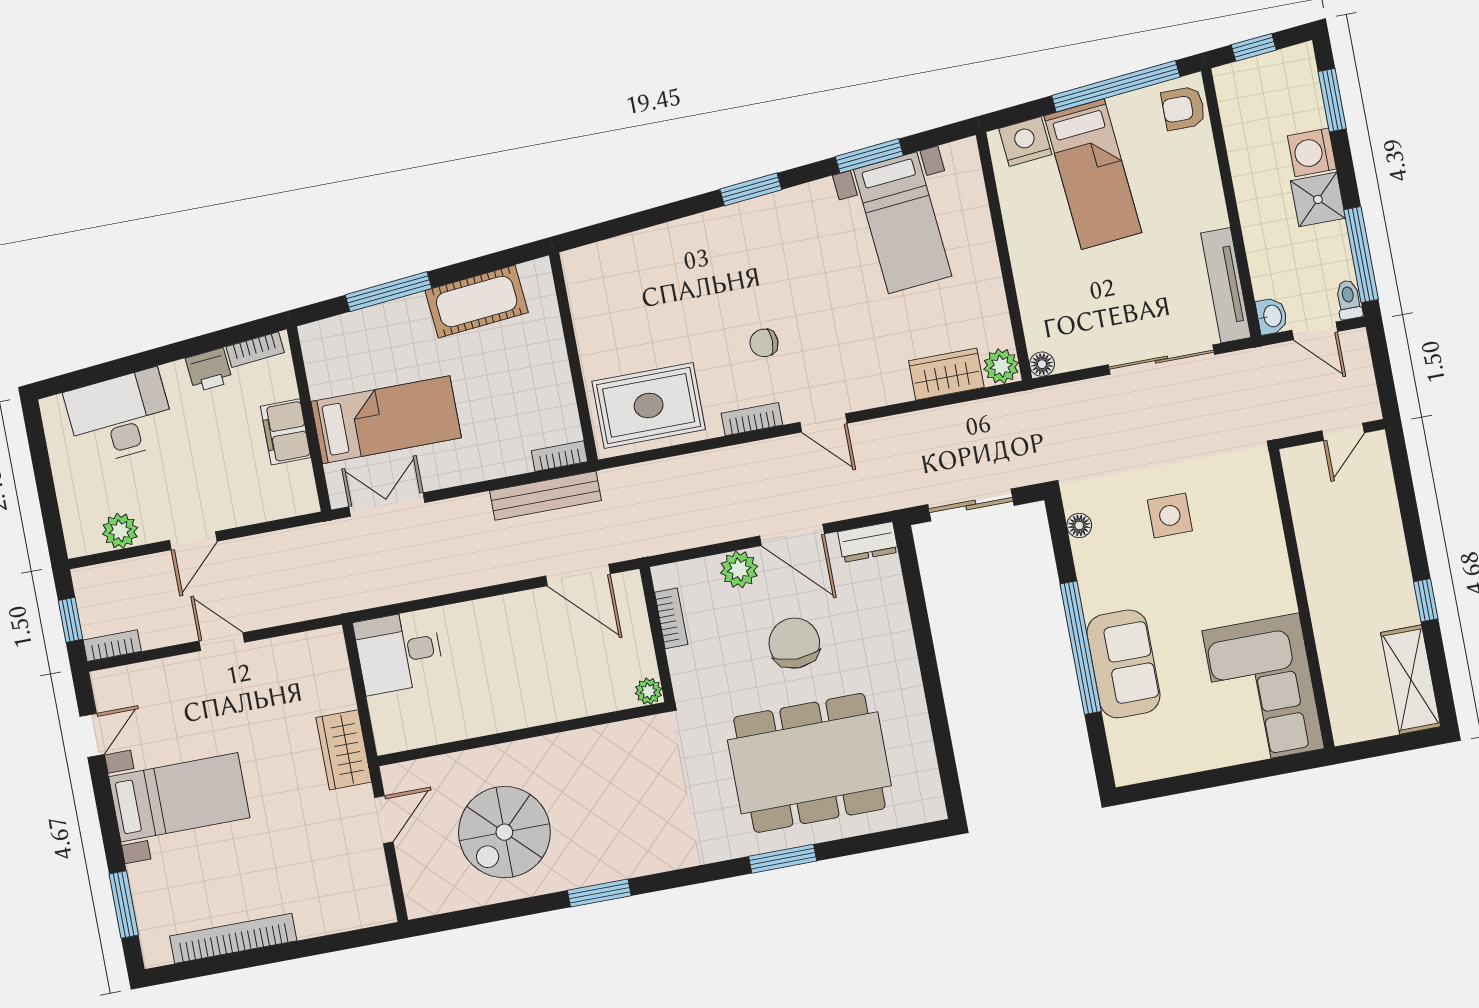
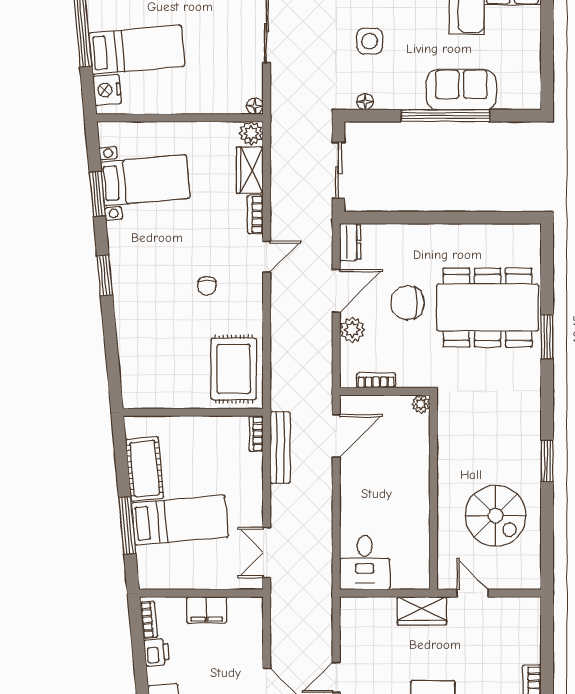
bookcase: (752, 419) -> (255, 214), moved
bed: (386, 420) -> (180, 520), moved, turned 85
dining table: (809, 763) -> (488, 307), turned 90

